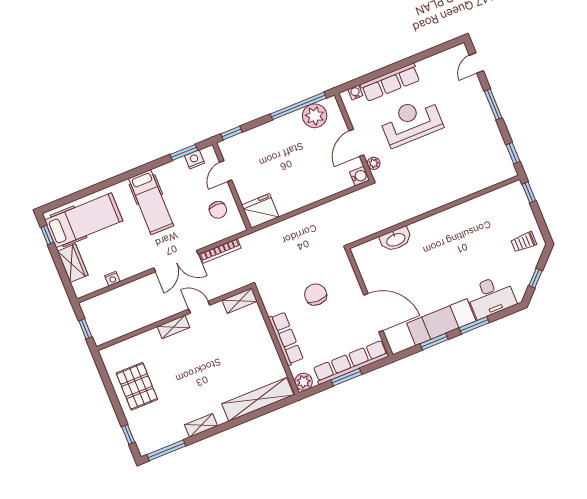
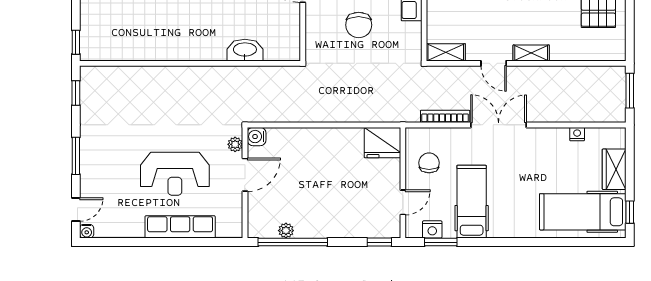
water cooler: (355, 93) -> (87, 231), moved
plant: (315, 116) -> (286, 231), width x0.53, depth x0.53
hospital bed: (151, 202) -> (472, 202), moved
window: (85, 329) -> (630, 91), width x1.50

